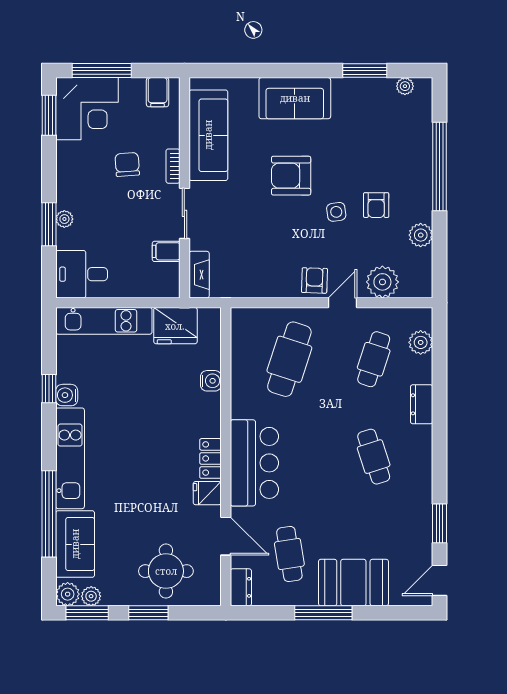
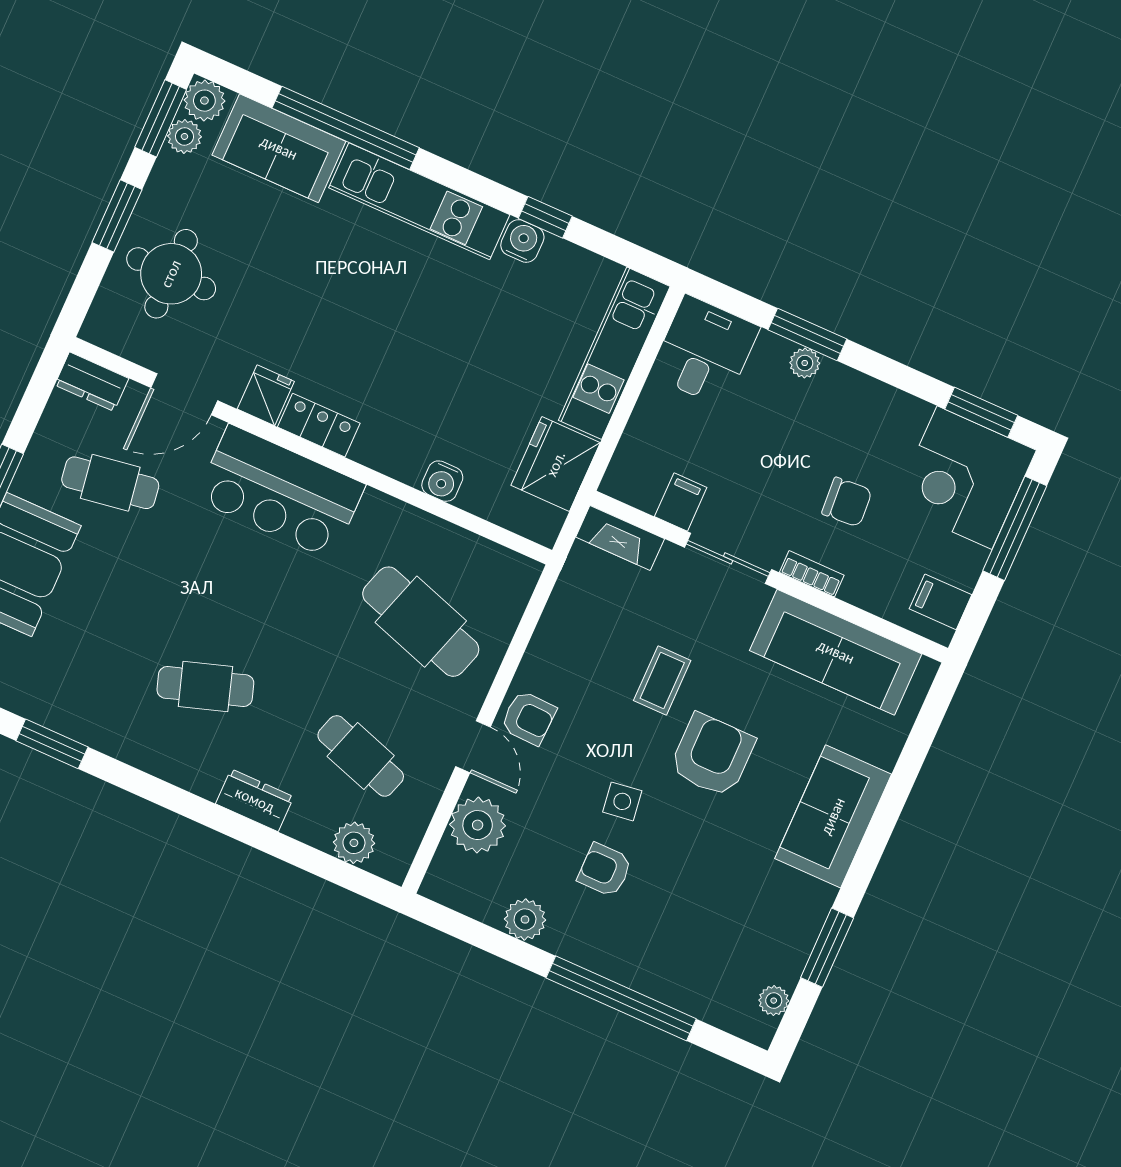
coffee table: (264, 219) -> (662, 680), added

